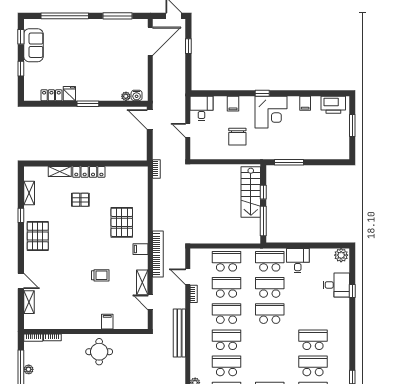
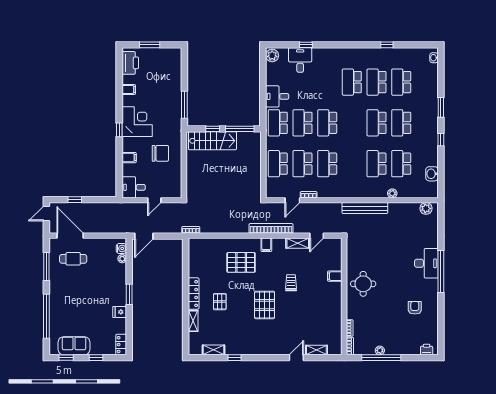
cafe table: (126, 44) -> (73, 259), added
locker: (51, 95) -> (121, 345), moved
pallet: (38, 236) -> (265, 305), moved, turned 90
bench: (179, 333) -> (365, 208), moved
school desk: (226, 340) -> (377, 123), moved

